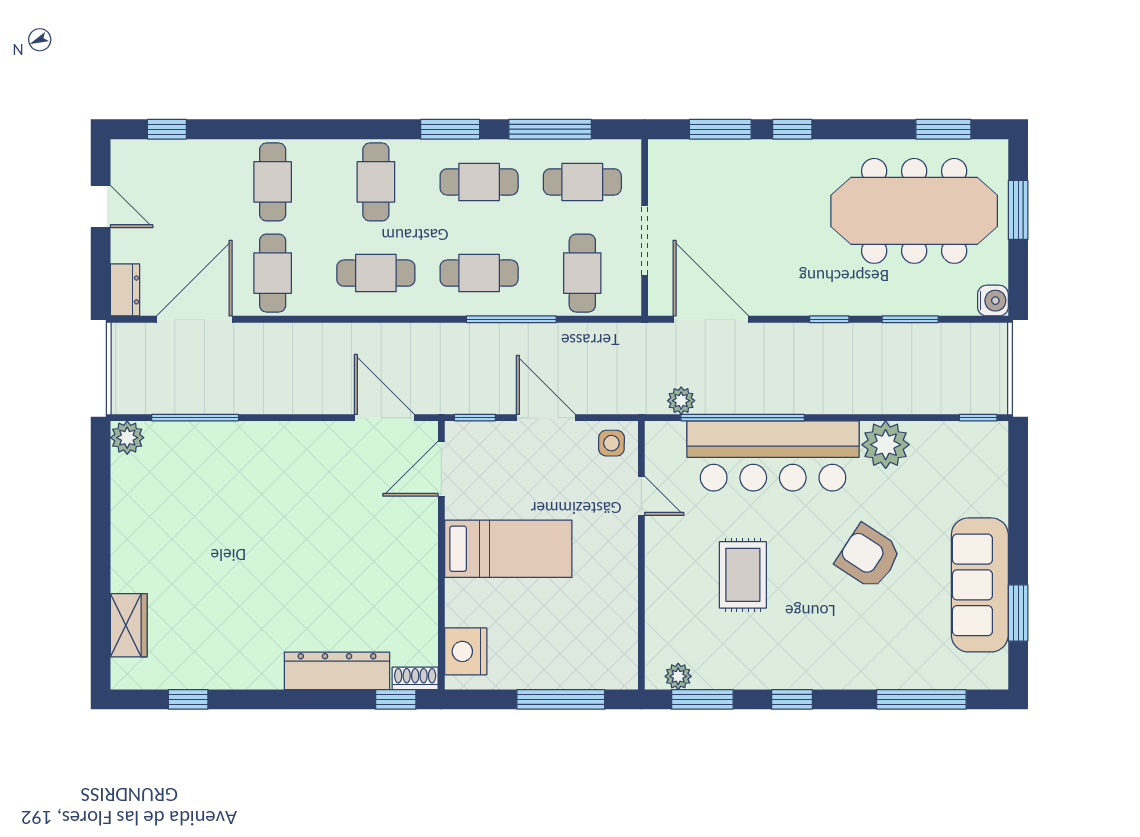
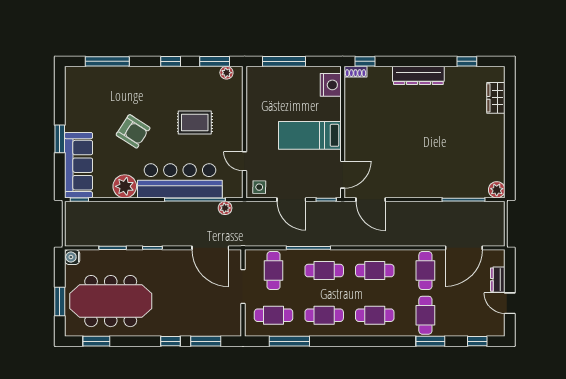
window: (450, 129) -> (430, 341), moved
cafe table: (376, 182) -> (375, 315), turned 90
dresser: (125, 290) -> (498, 280), moved
rug: (743, 575) -> (195, 122), turned 90
sofa: (980, 585) -> (79, 165), moved
window: (1018, 613) -> (60, 139), moved
dresser: (337, 671) -> (418, 75), moved

